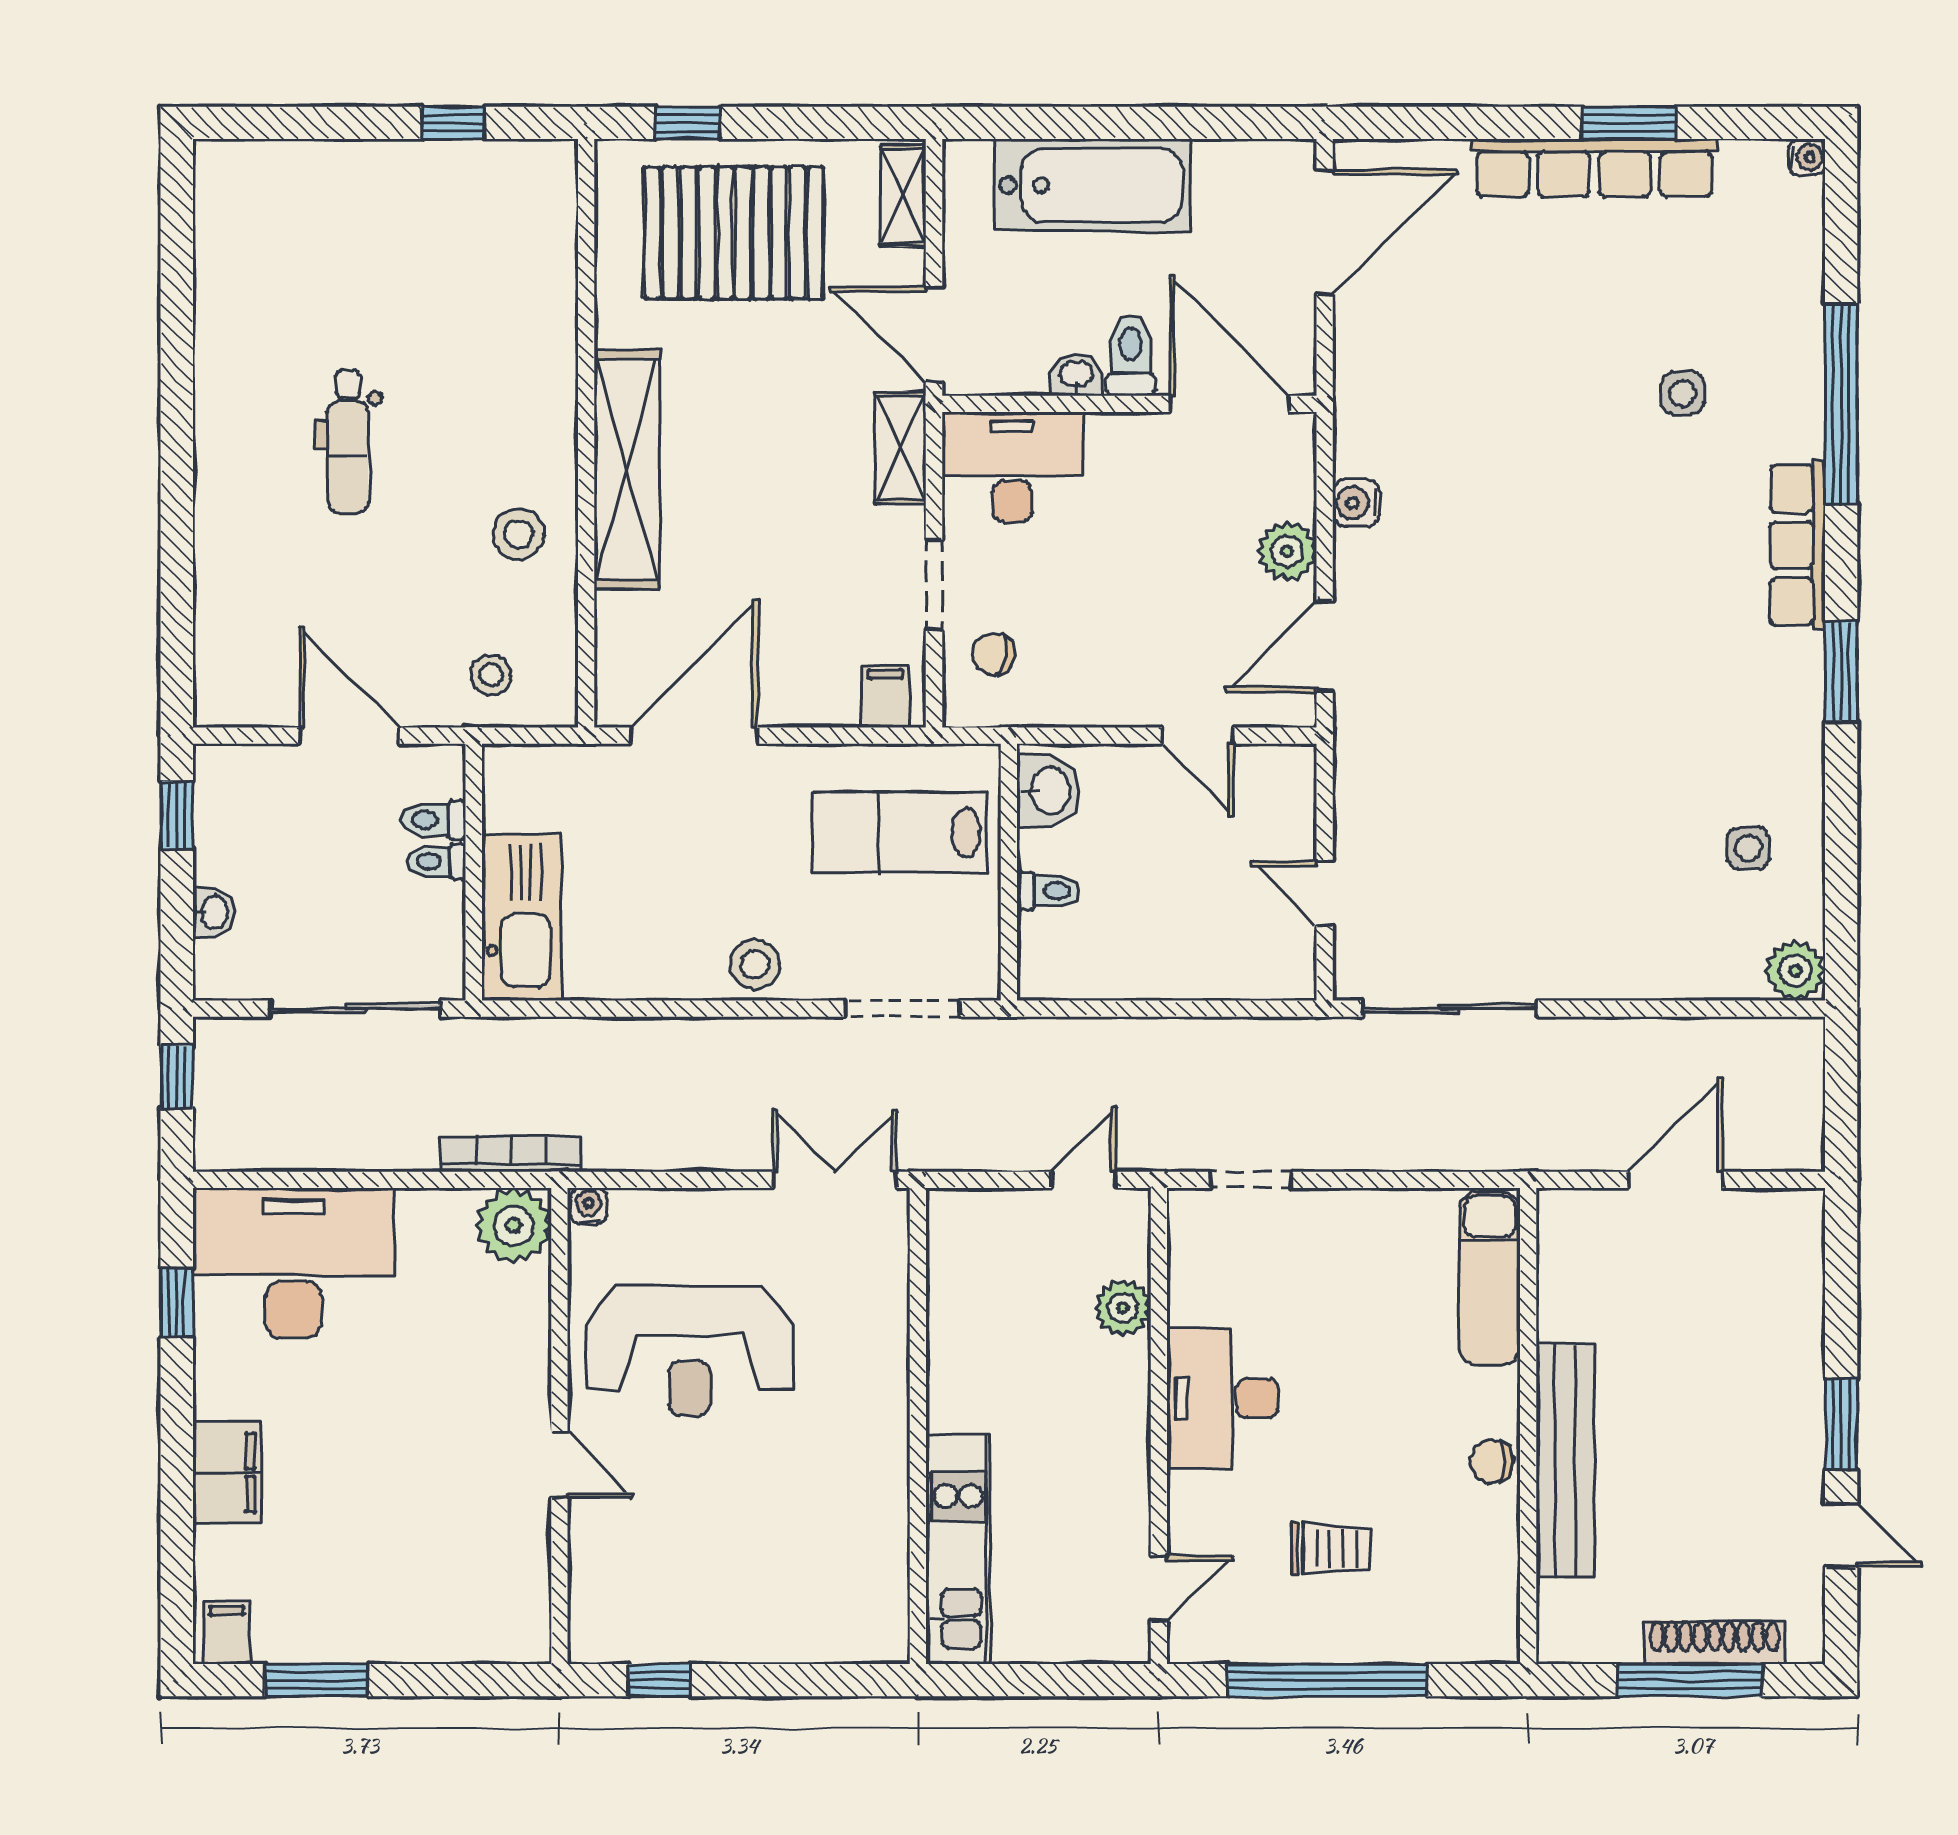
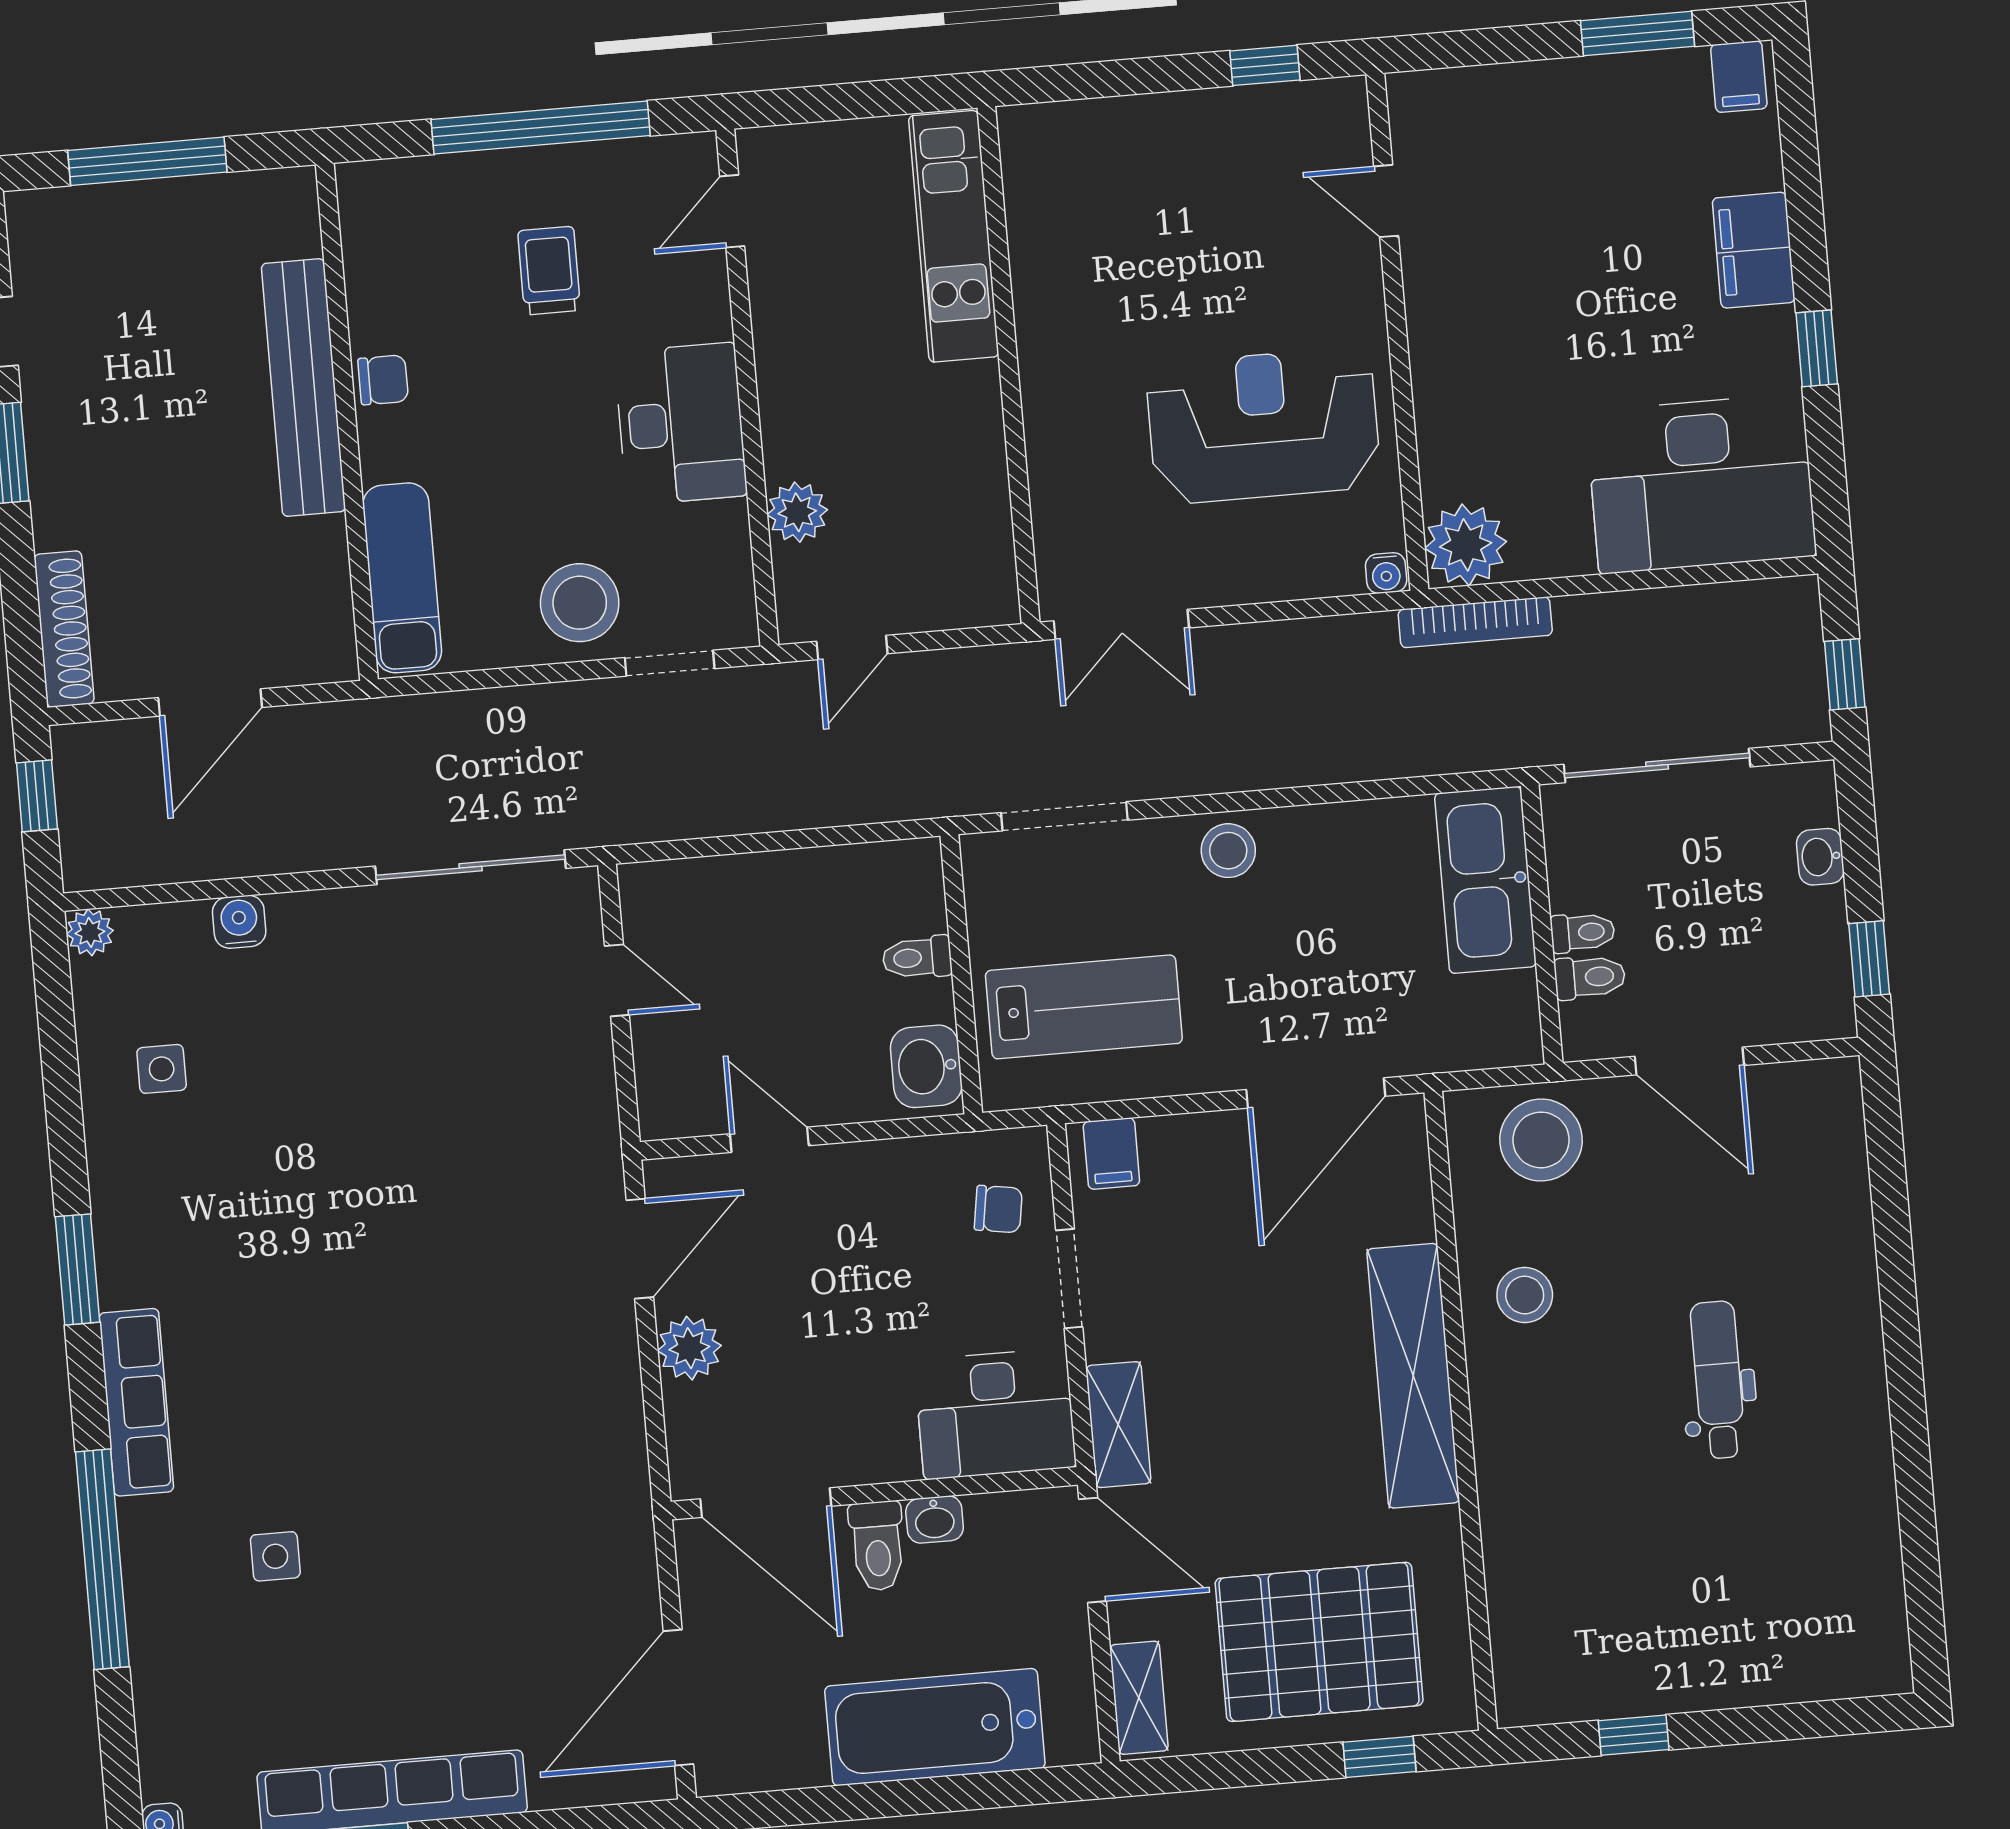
water cooler: (1356, 503) -> (239, 922), moved, turned -90
stool: (491, 675) -> (1541, 1140), width x1.89, depth x1.89
plant: (1795, 971) -> (90, 932), width x0.73, depth x0.73
window: (1841, 1108) -> (37, 796), added
stool: (1329, 1242) -> (580, 603), added
window: (177, 1303) -> (1817, 348), moved
door: (559, 1465) -> (1386, 201), moved
trolley: (1331, 1549) -> (549, 271), turned 90
shoe rack: (1715, 1642) -> (64, 629), moved, turned -90

